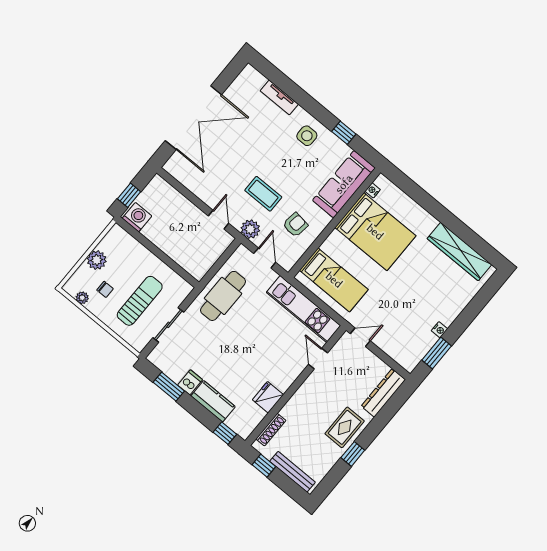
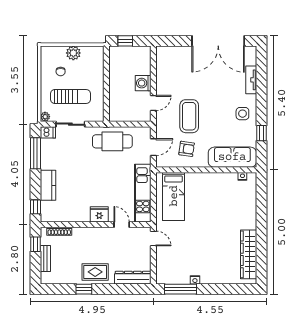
double door: (193, 118) -> (218, 41), moved
coffee table: (263, 194) -> (189, 116), width x1.36, depth x1.32
washing machine: (137, 217) -> (143, 83), moved, turned 180
plant: (250, 229) -> (163, 125), removed
bed: (375, 232) -> (220, 197), removed
plant: (82, 298) -> (45, 117), moved
window: (437, 353) -> (180, 289), width x1.44
door: (318, 359) -> (122, 225), hinge flipped
dishwasher: (190, 382) -> (48, 132), moved
window: (169, 387) -> (36, 153), width x1.44
fridge: (268, 397) -> (99, 214), moved
bench: (292, 472) -> (45, 259), width x0.73

